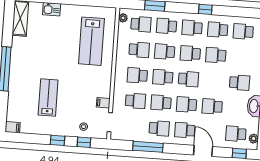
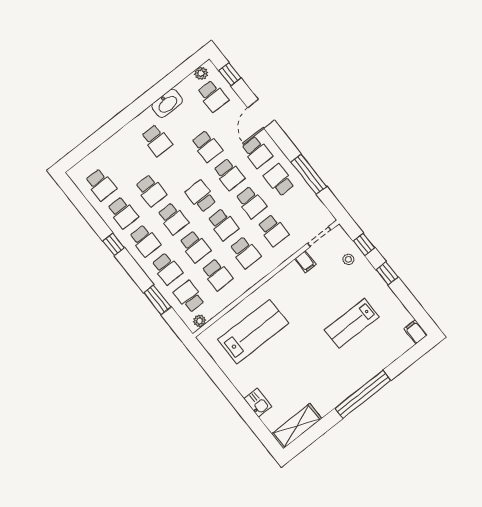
school desk: (139, 50) -> (217, 275), turned 180
school desk: (240, 83) -> (157, 140), turned 180
school desk: (135, 101) -> (273, 230), turned 180

